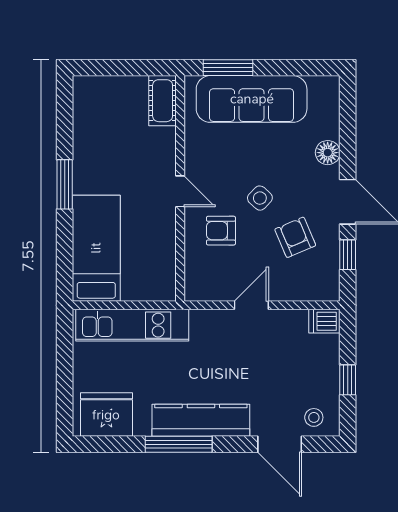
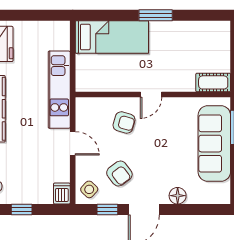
side table: (260, 198) -> (89, 189), moved
armchair: (221, 231) -> (124, 123), turned 106
armchair: (295, 237) -> (119, 174), turned 76
kitchen unit: (132, 325) -> (59, 90), moved

